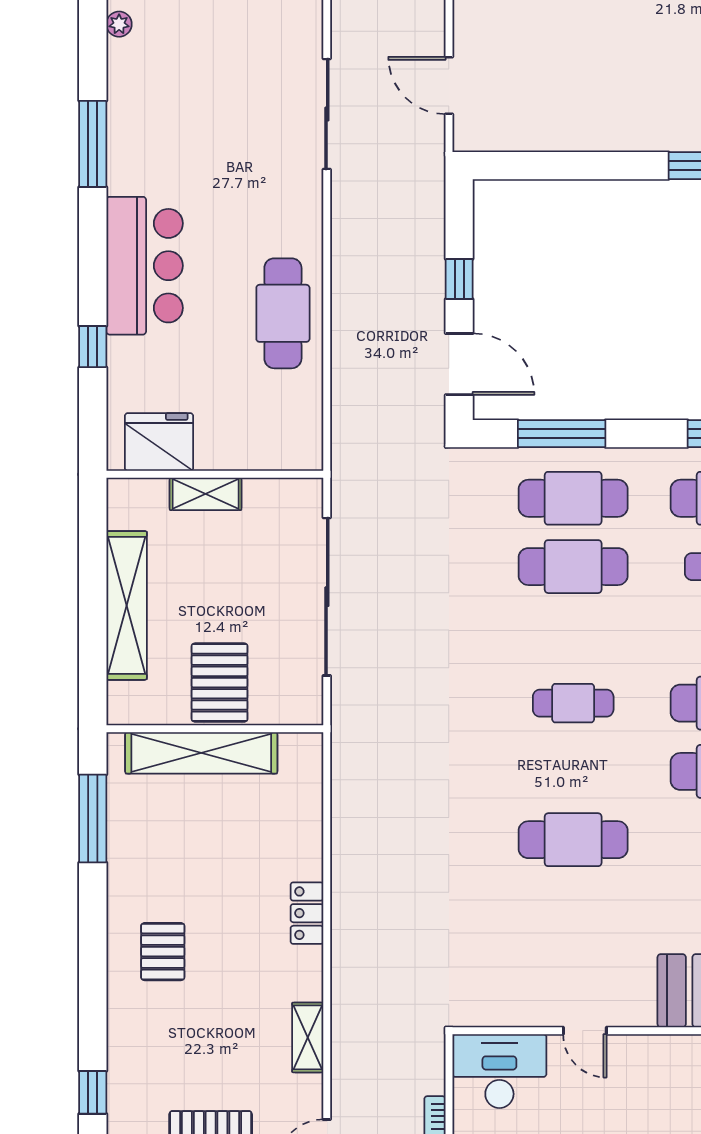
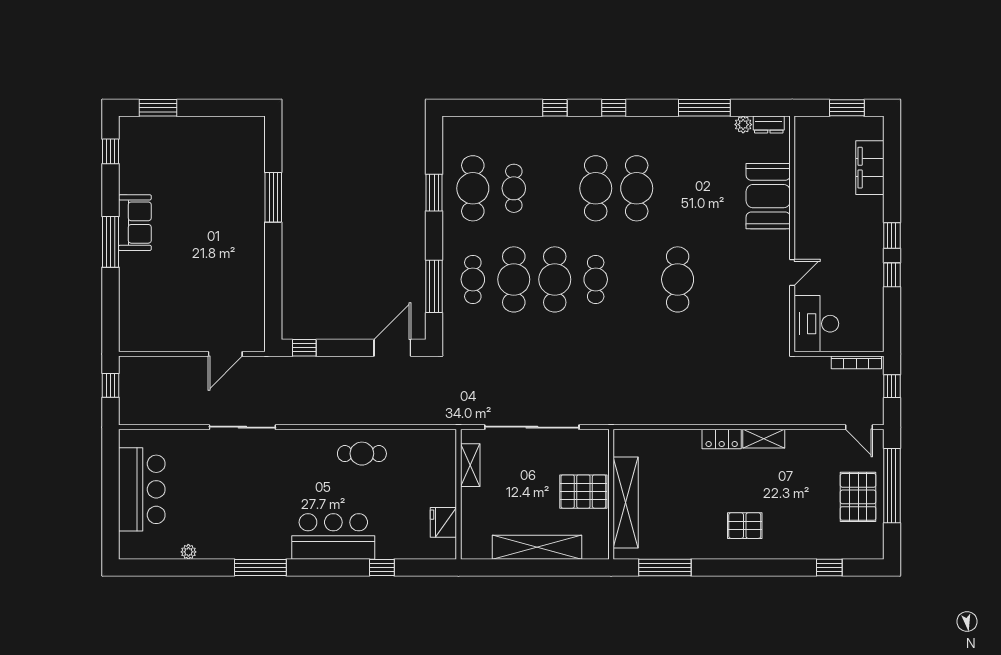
window: (459, 279) -> (304, 348), moved
cafe table: (283, 313) -> (362, 454), width x0.73, depth x0.74
fridge: (159, 442) -> (443, 522), width x0.73, depth x0.75
shelving: (206, 494) -> (470, 465), moved
cafe table: (573, 498) -> (473, 279), width x0.73, depth x0.74
cafe table: (573, 635) -> (555, 279), added
shelving: (308, 1037) -> (764, 439), moved

